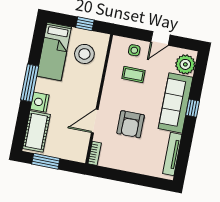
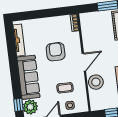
stool: (84, 54) -> (96, 82), moved
window: (193, 108) -> (18, 105), moved
door: (95, 121) -> (84, 62), moved

